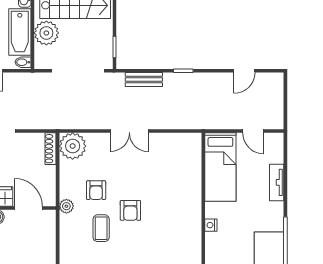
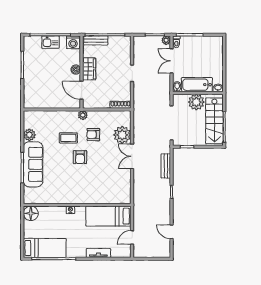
plant: (73, 146) -> (122, 135), moved
door: (29, 208) -> (82, 90), swing flipped
armchair: (130, 210) -> (80, 157), turned -90

